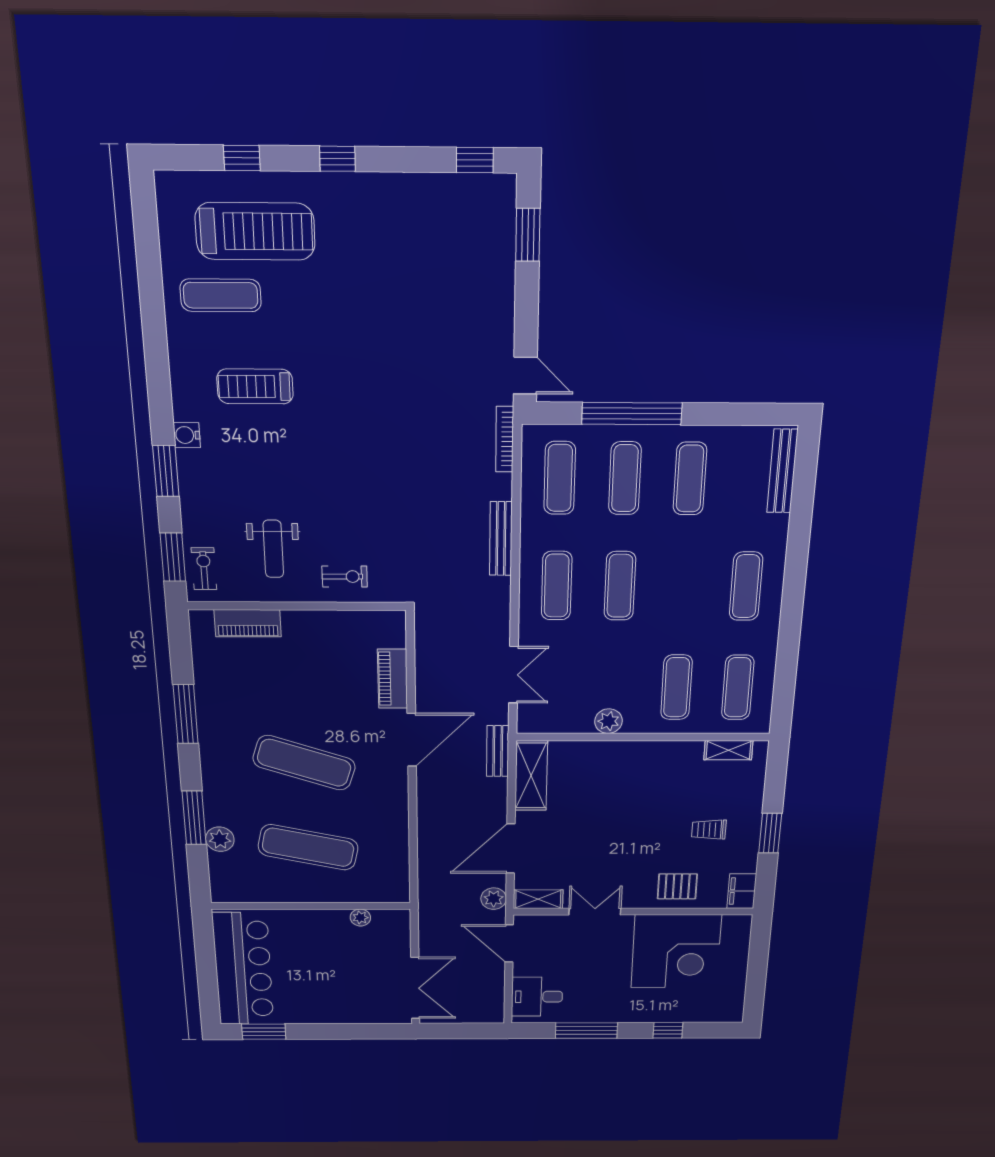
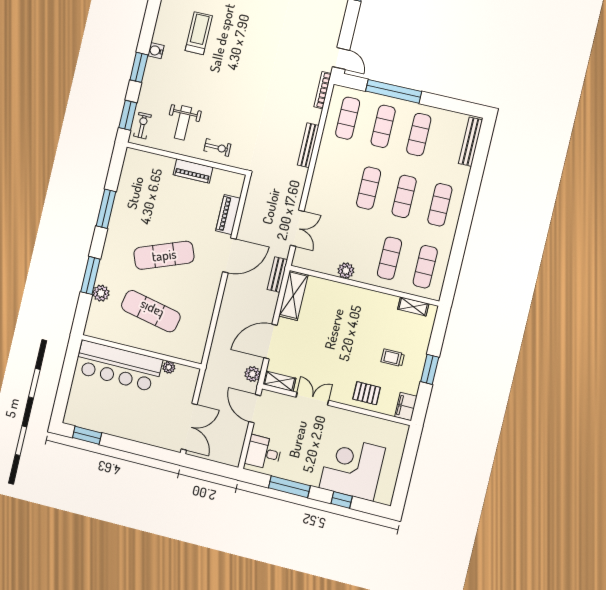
treadmill: (255, 386) -> (199, 33), turned 90
exercise mat: (557, 586) -> (404, 196), moved
piano: (248, 623) -> (193, 171), moved
exercise mat: (304, 763) -> (164, 255), turned -39
corner desk: (676, 951) -> (352, 468), moved, turned 180
bar counter: (243, 969) -> (119, 366), moved, turned 90

